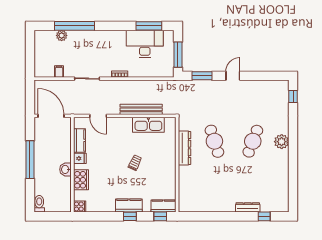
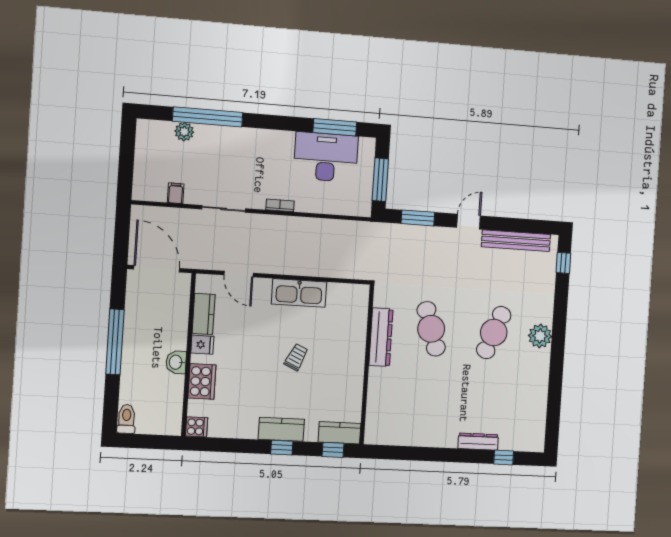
bench: (141, 109) -> (516, 241), moved
kitchen sink: (148, 125) -> (299, 293), moved

